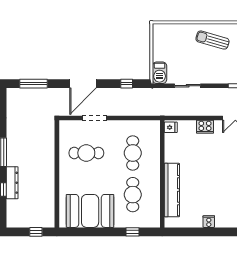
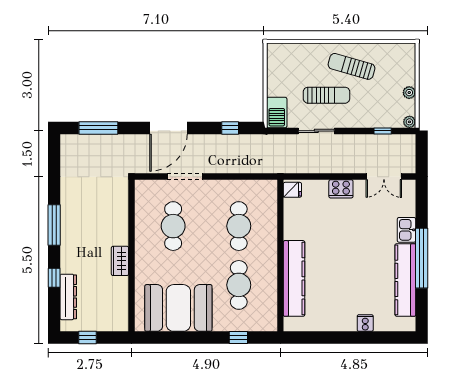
sun lounger: (195, 60) -> (327, 95), added
cafe table: (86, 153) -> (173, 226), turned 90
wardrobe: (49, 178) -> (120, 261), added
dresser: (12, 183) -> (68, 297), moved
cooker: (209, 222) -> (365, 323), moved
window: (36, 232) -> (87, 338), moved

